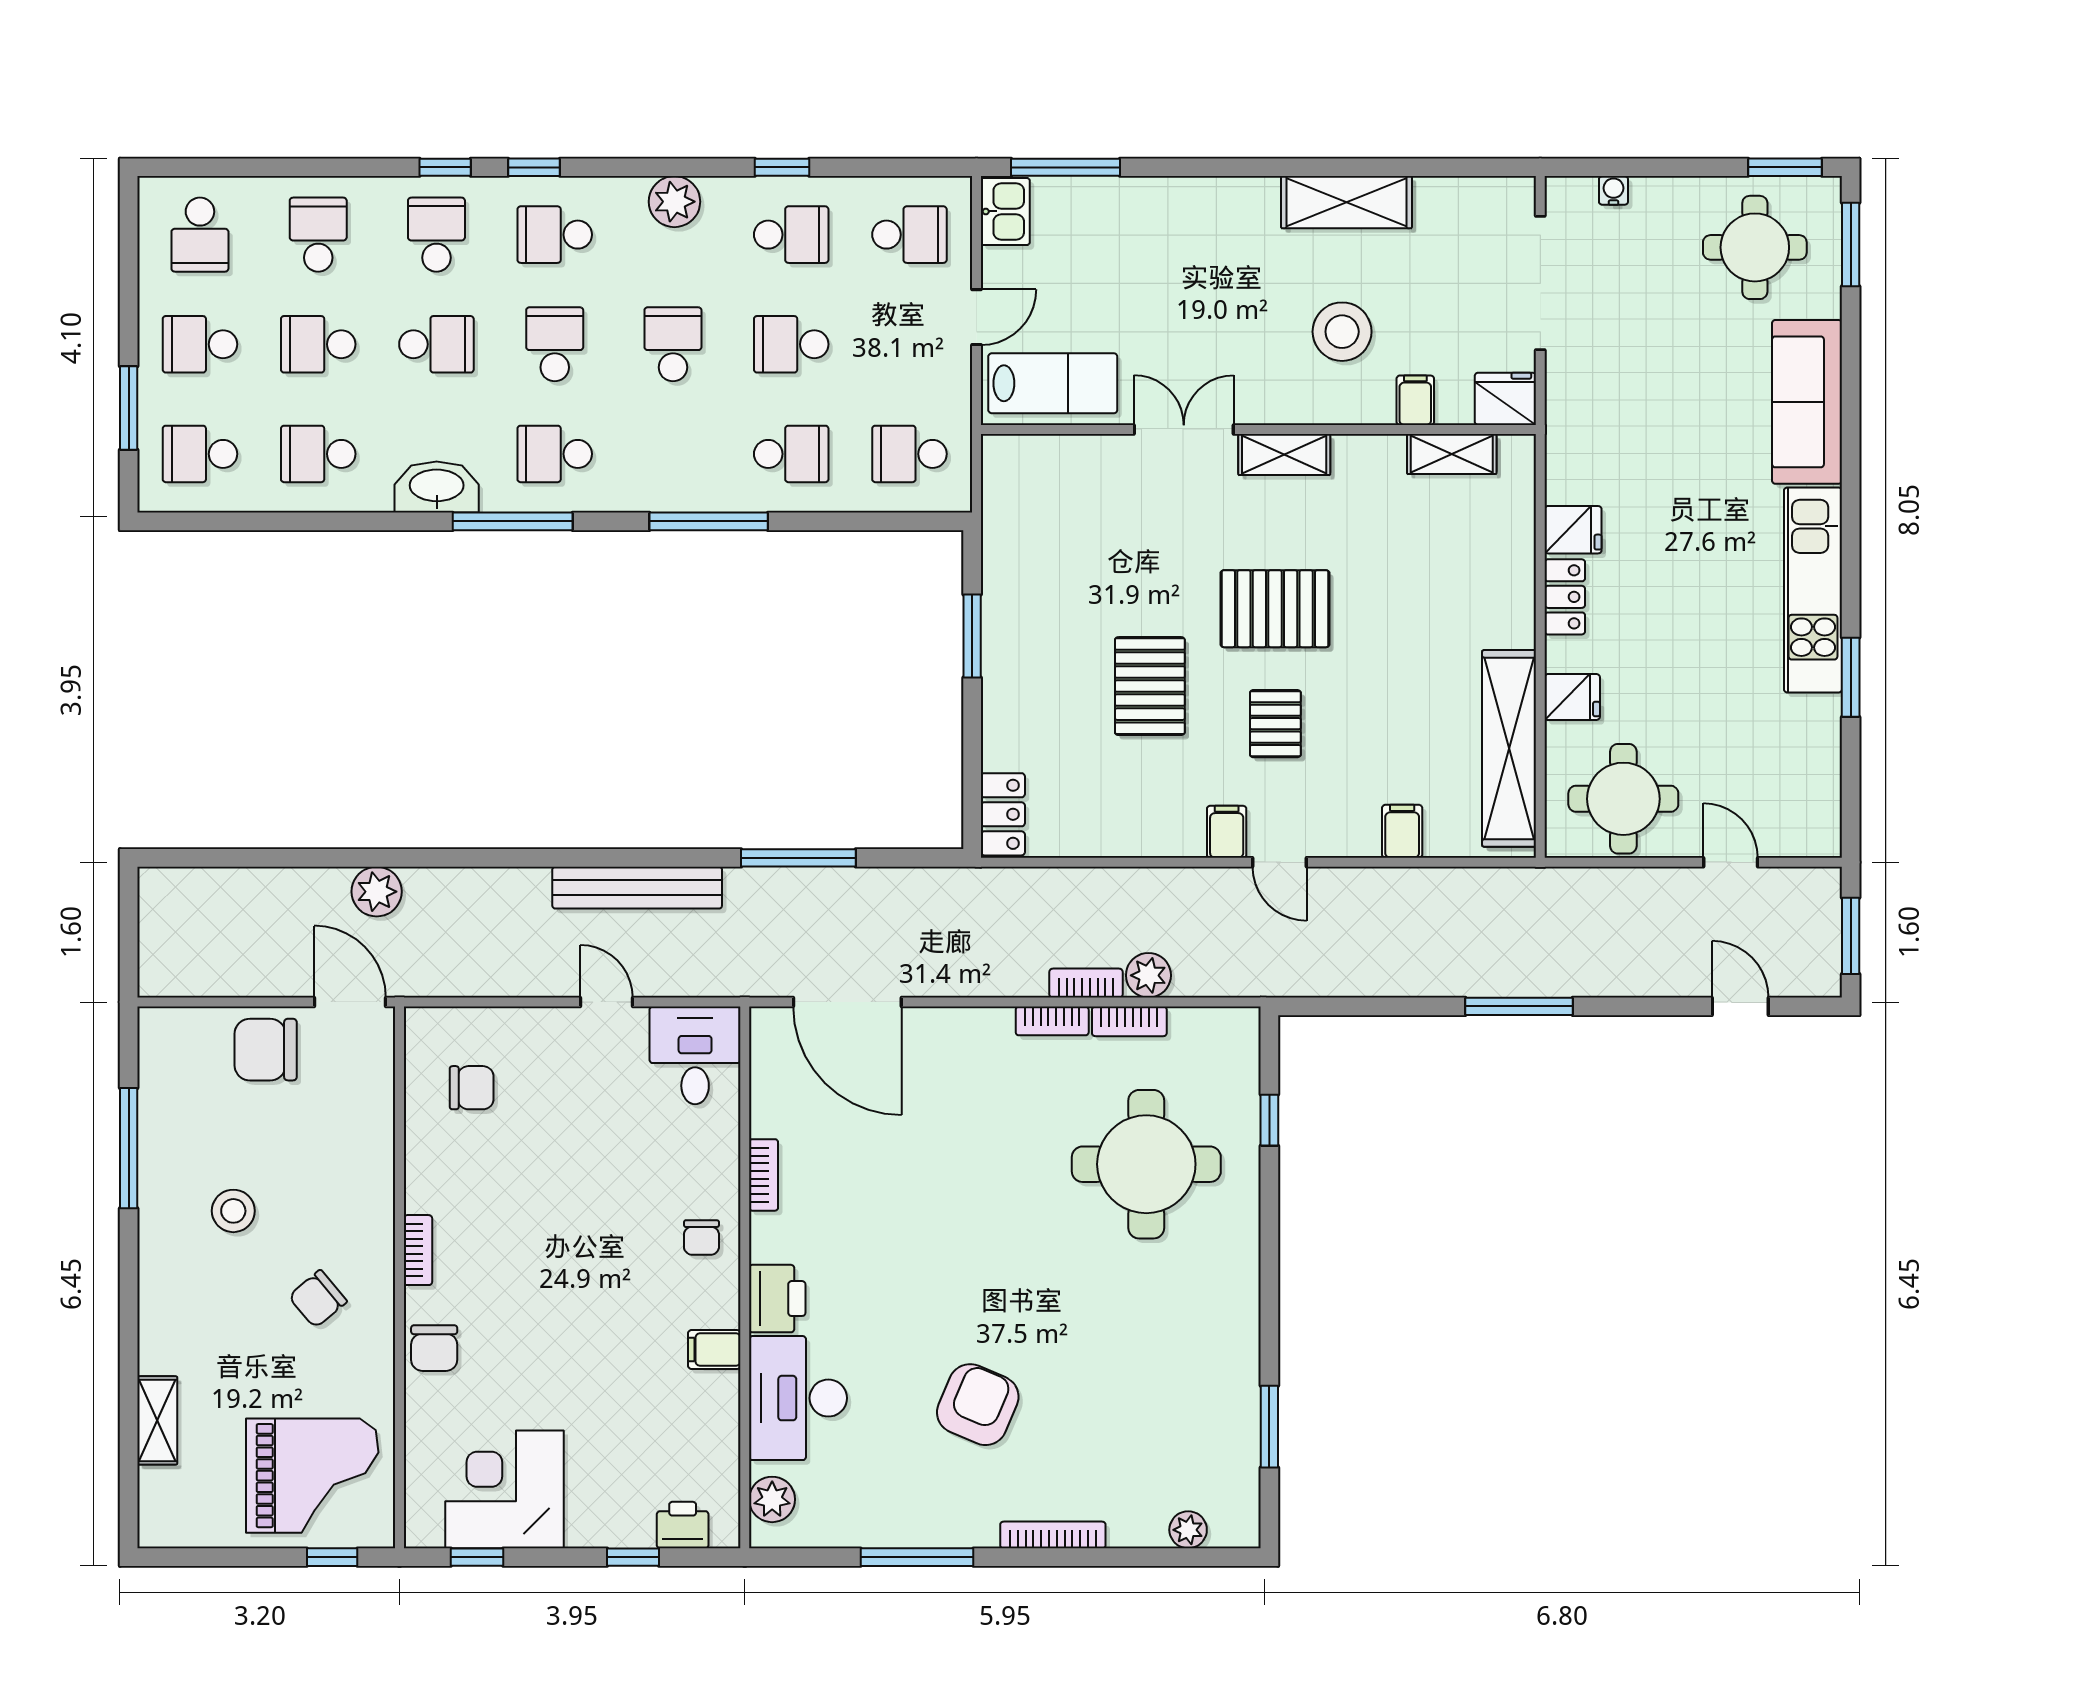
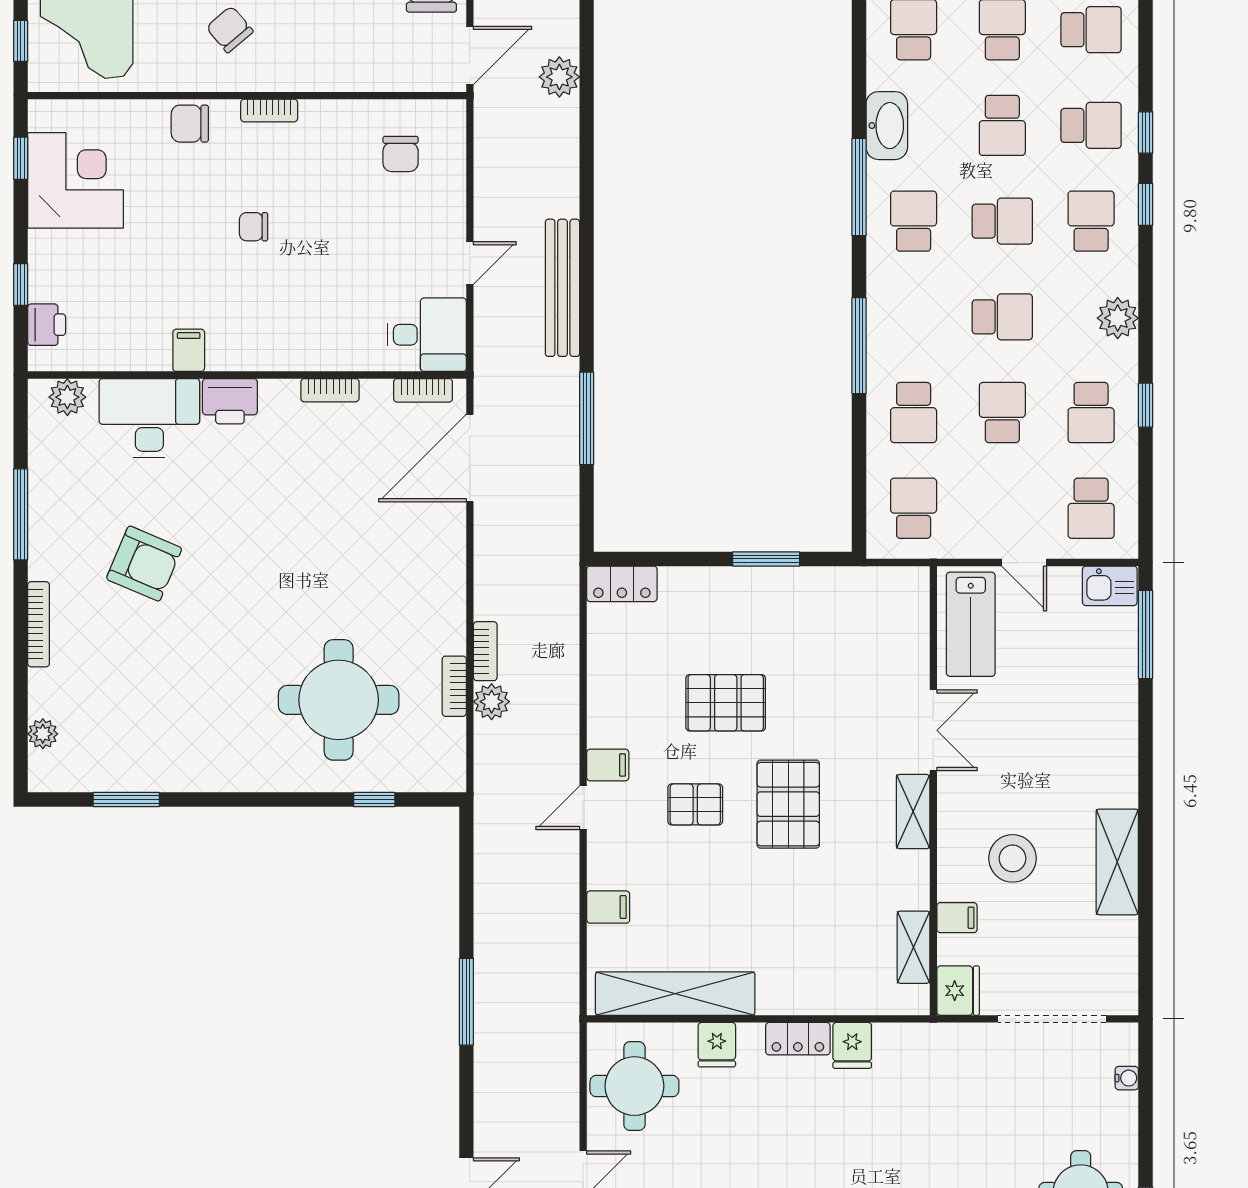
bookcase: (1052, 1021) -> (423, 390), moved, turned -90
chair: (701, 1238) -> (254, 227), moved

